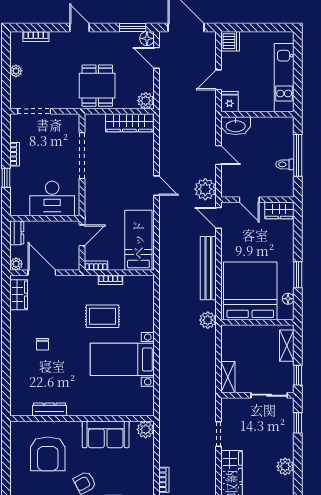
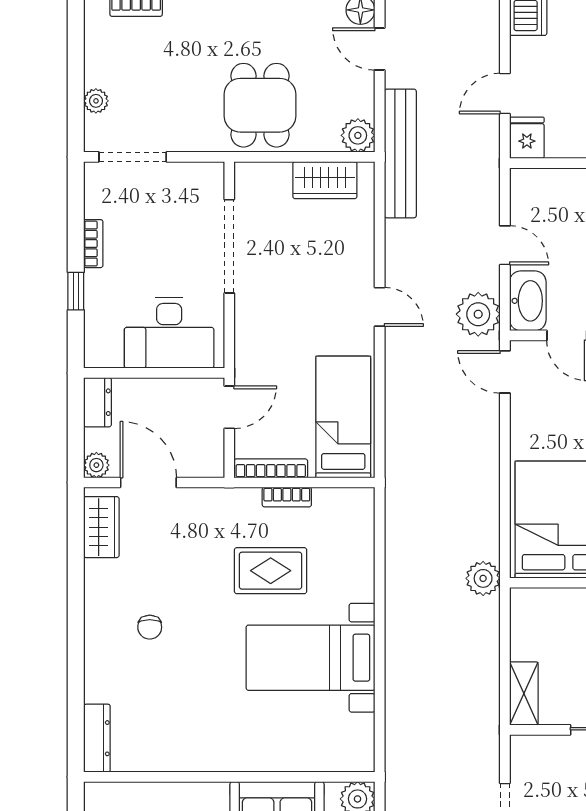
plant: (16, 71) -> (96, 101), moved
wardrobe: (129, 123) -> (325, 180), width x0.67
washbasin: (236, 126) -> (528, 301), moved, turned -90
bookcase: (96, 266) -> (271, 468), width x1.56
bench: (208, 268) -> (400, 153), moved
dresser: (50, 410) -> (97, 738), moved, turned 90

